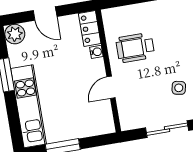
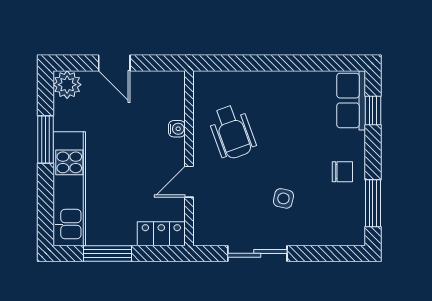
locker: (90, 29) -> (161, 234), moved, turned 90
wheelchair: (135, 48) -> (232, 132), turned -110

